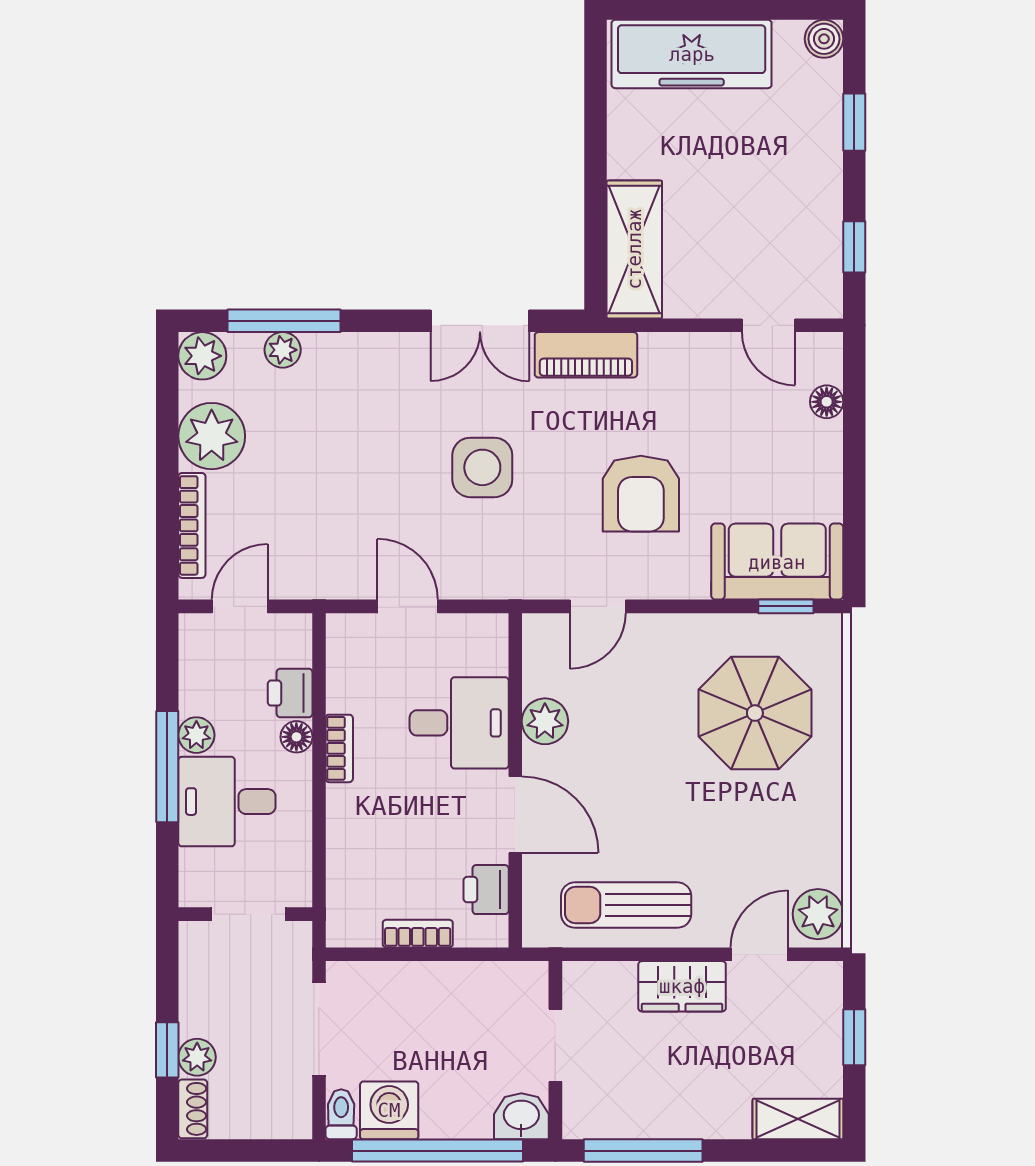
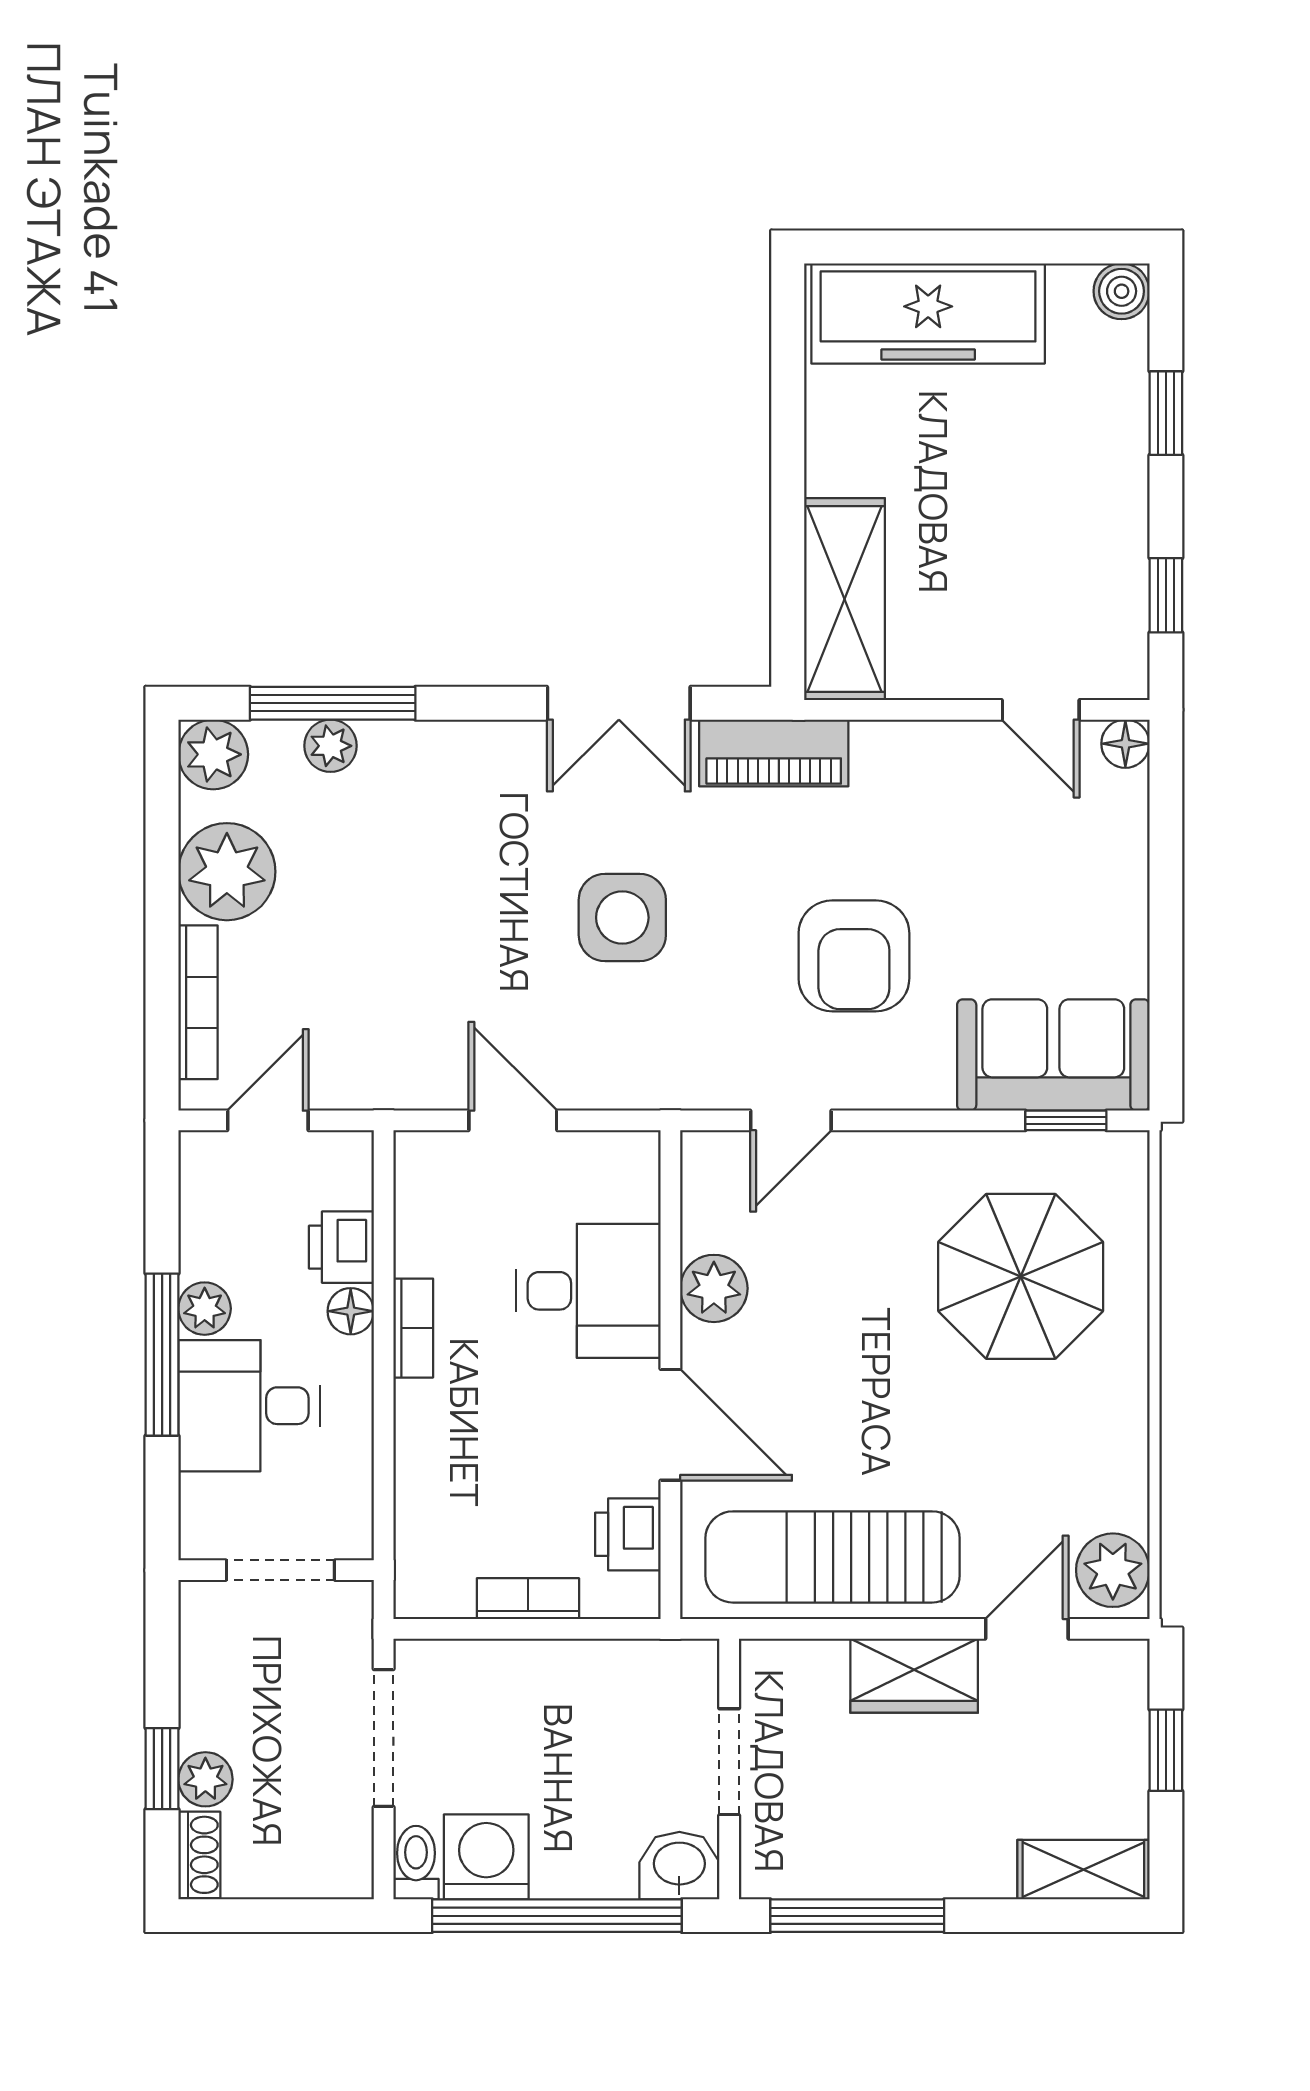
floor lamp: (827, 402) -> (1125, 744), moved
sun lounger: (626, 905) -> (832, 1557), width x1.36, depth x1.34

